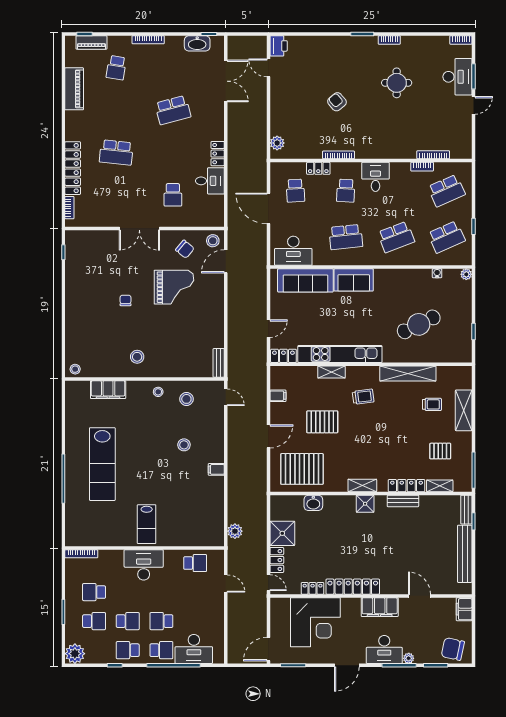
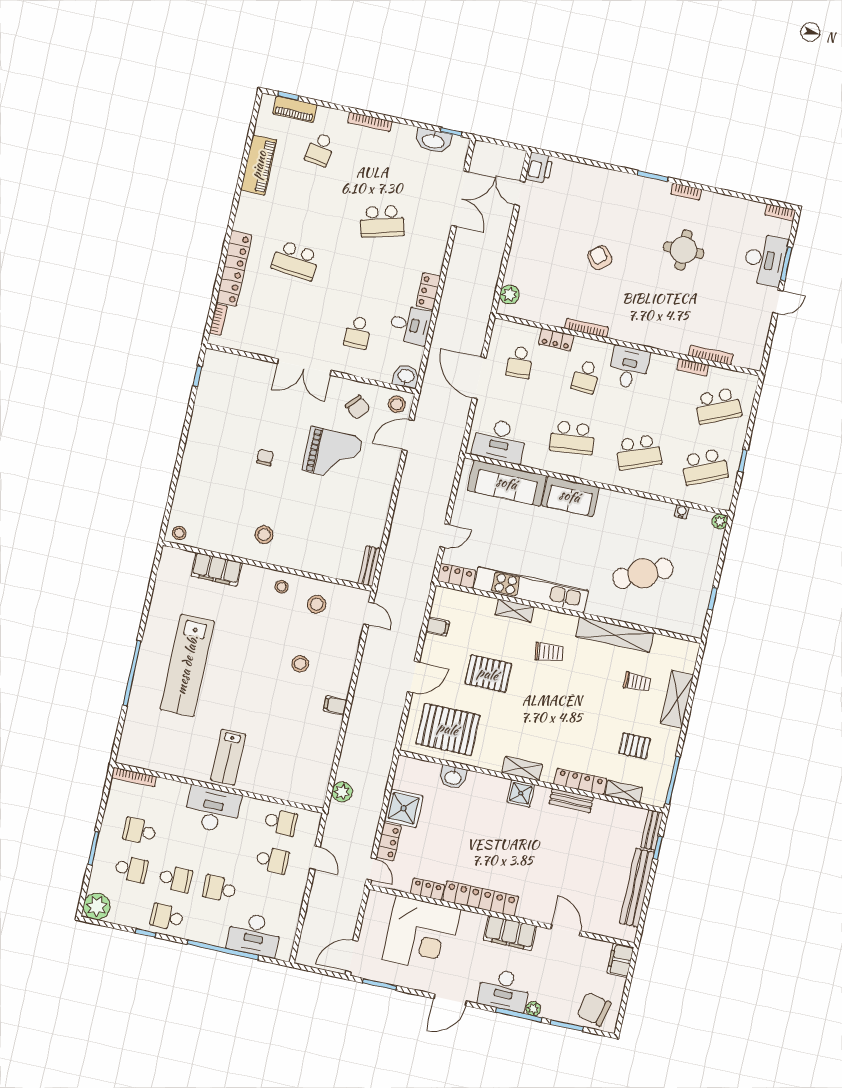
washbasin: (215, 219) -> (406, 377), added
school desk: (161, 650) -> (272, 860), moved

